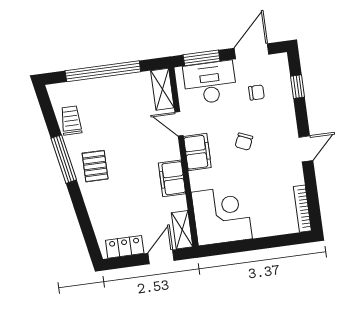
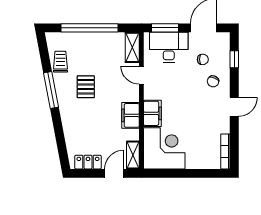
chair: (244, 142) -> (213, 81), moved
filing cabinet: (197, 152) -> (152, 113), moved
pallet: (95, 166) -> (86, 87), moved

